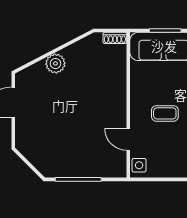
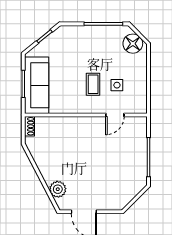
plant: (55, 63) -> (58, 189), moved
side table: (139, 165) -> (117, 85), moved

